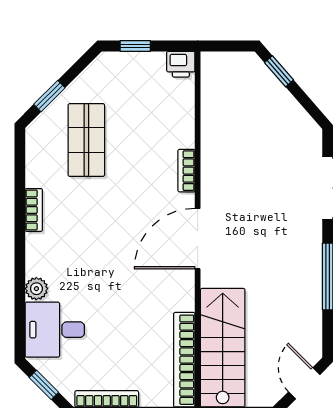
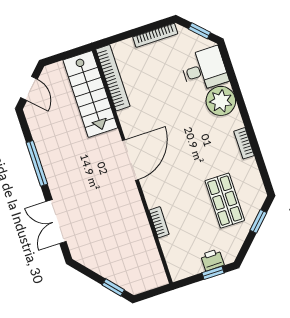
printer: (181, 64) -> (212, 260), moved
bookcase: (186, 171) -> (159, 222), moved
plant: (36, 289) -> (221, 101), width x1.87, depth x1.87

